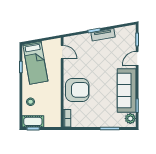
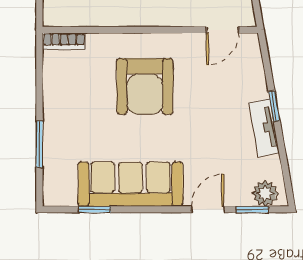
door: (137, 58) -> (208, 209), hinge flipped
armchair: (77, 90) -> (145, 86), moved
plant: (130, 119) -> (265, 193), moved

